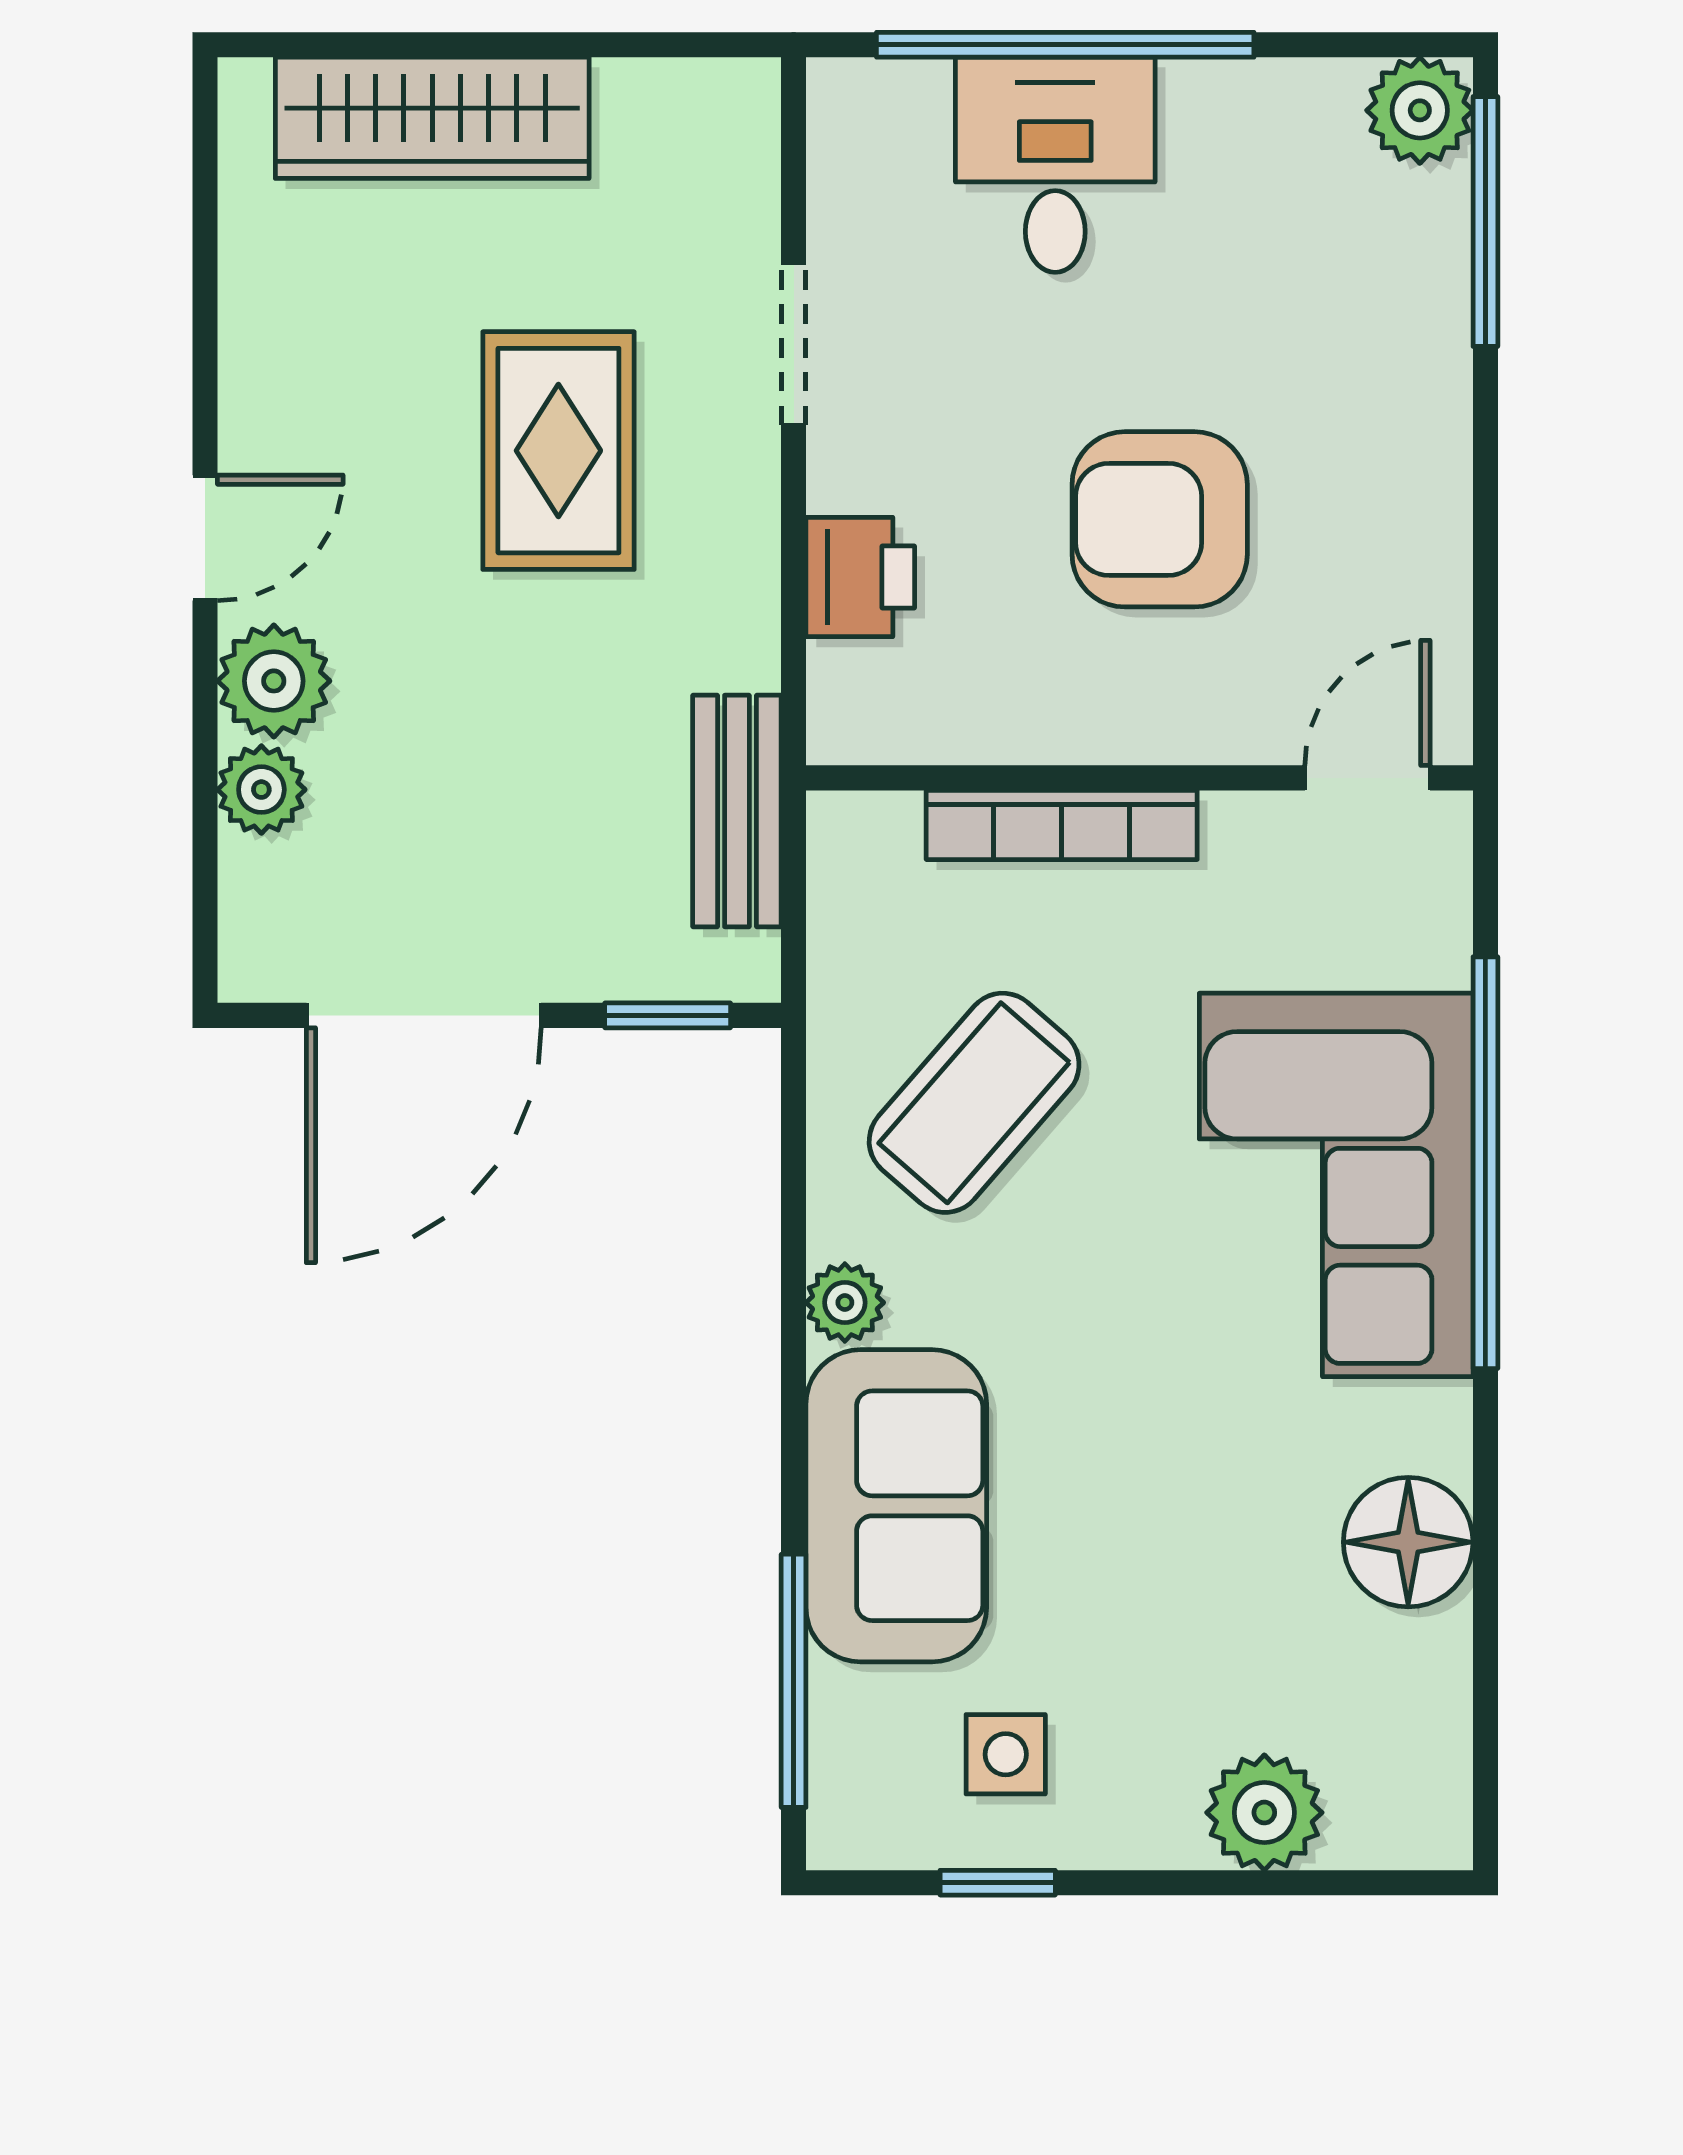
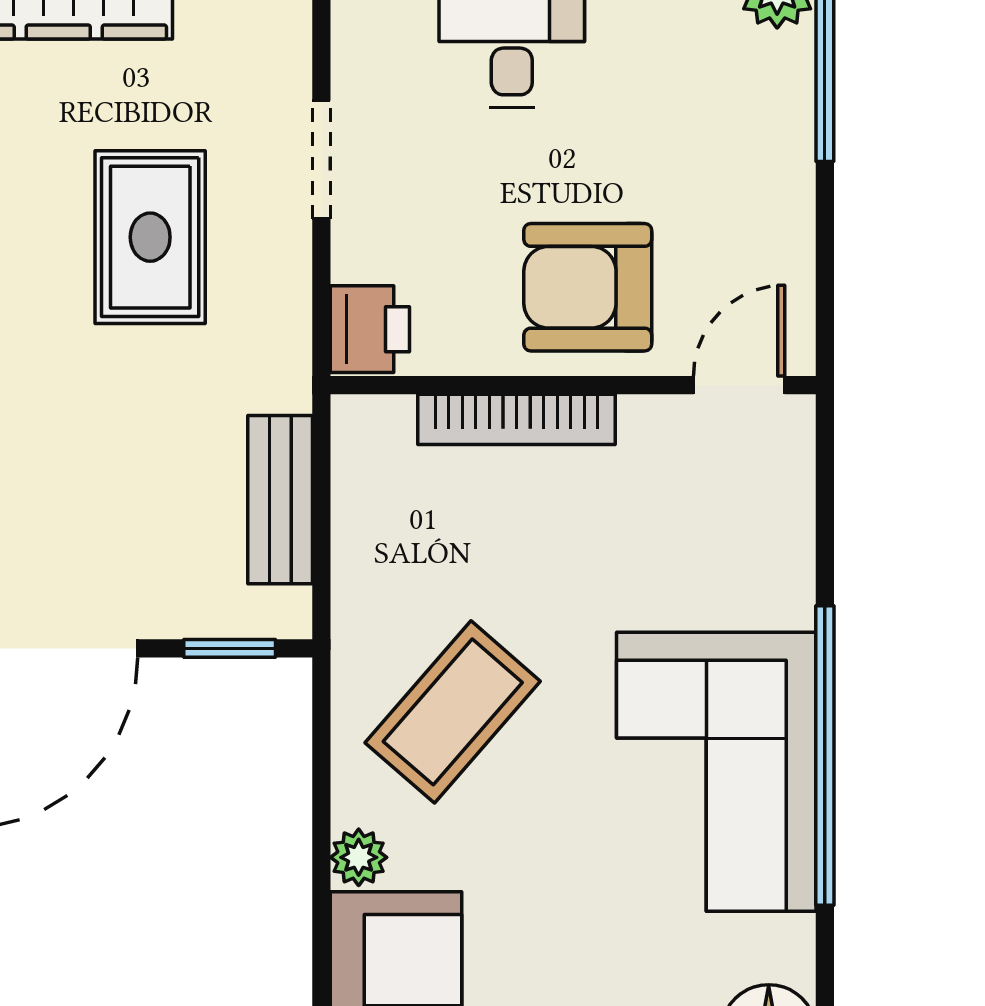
wall: (1139, 778) -> (573, 385), moved
door: (1367, 778) -> (739, 385), moved
bookcase: (1062, 825) -> (516, 419), moved

